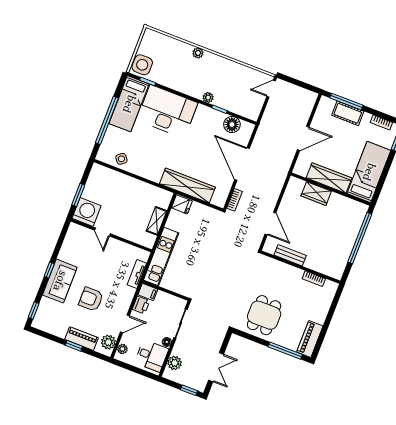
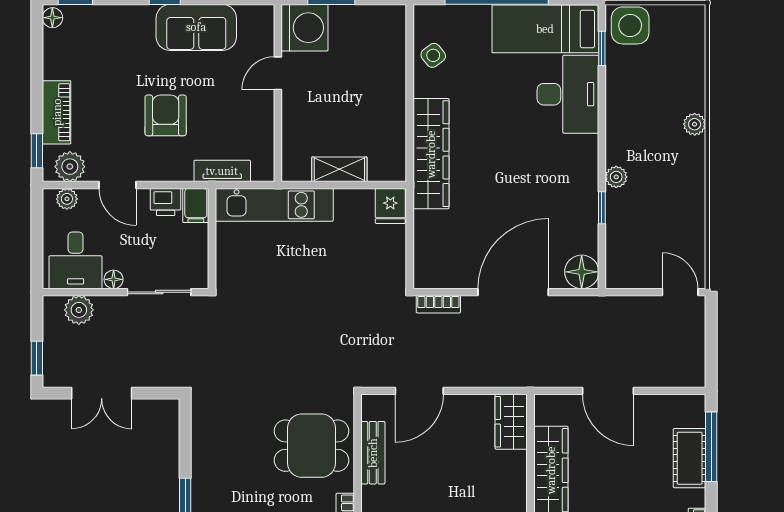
desk: (167, 111) -> (568, 94), width x0.73, depth x0.77
floor lamp: (232, 125) -> (582, 272), moved
wardrobe: (187, 185) -> (431, 154), moved
wardrobe: (316, 194) -> (511, 422), moved
sofa: (60, 281) -> (196, 27), moved
armchair: (91, 299) -> (166, 115), moved
dining table: (264, 315) -> (312, 446), moved
floor lamp: (38, 324) -> (52, 18), added
window: (74, 346) -> (37, 151), moved

